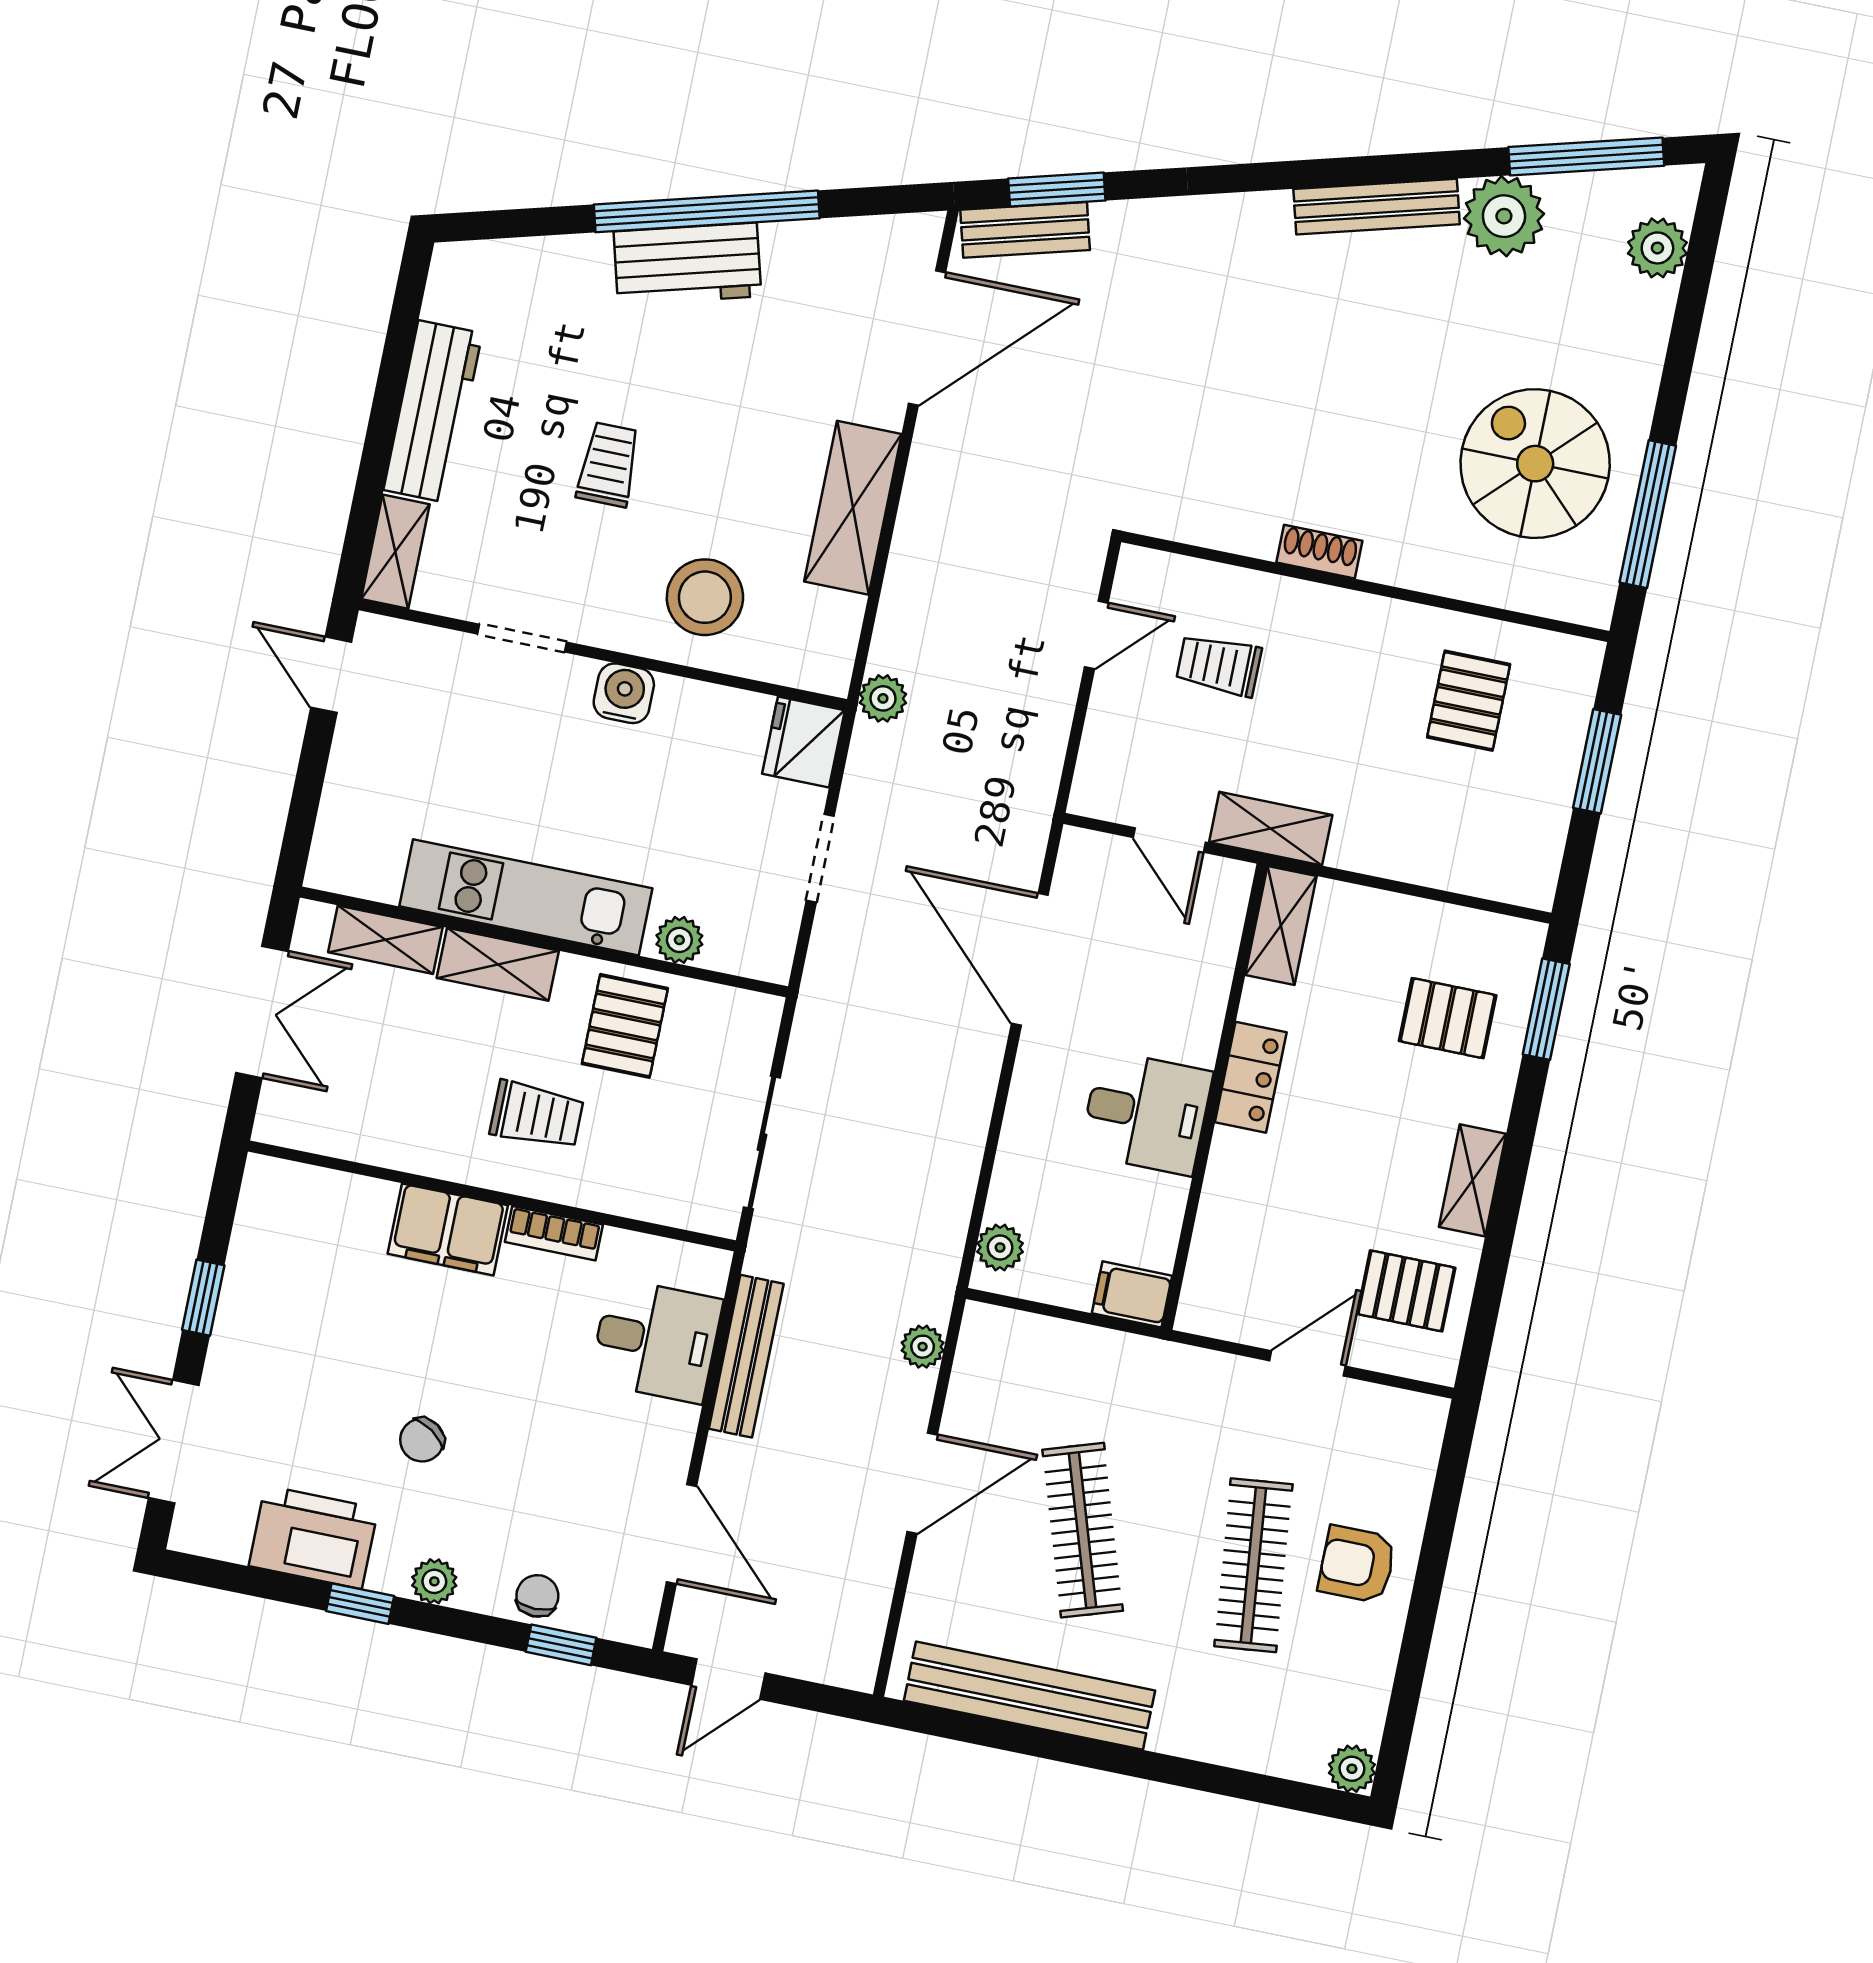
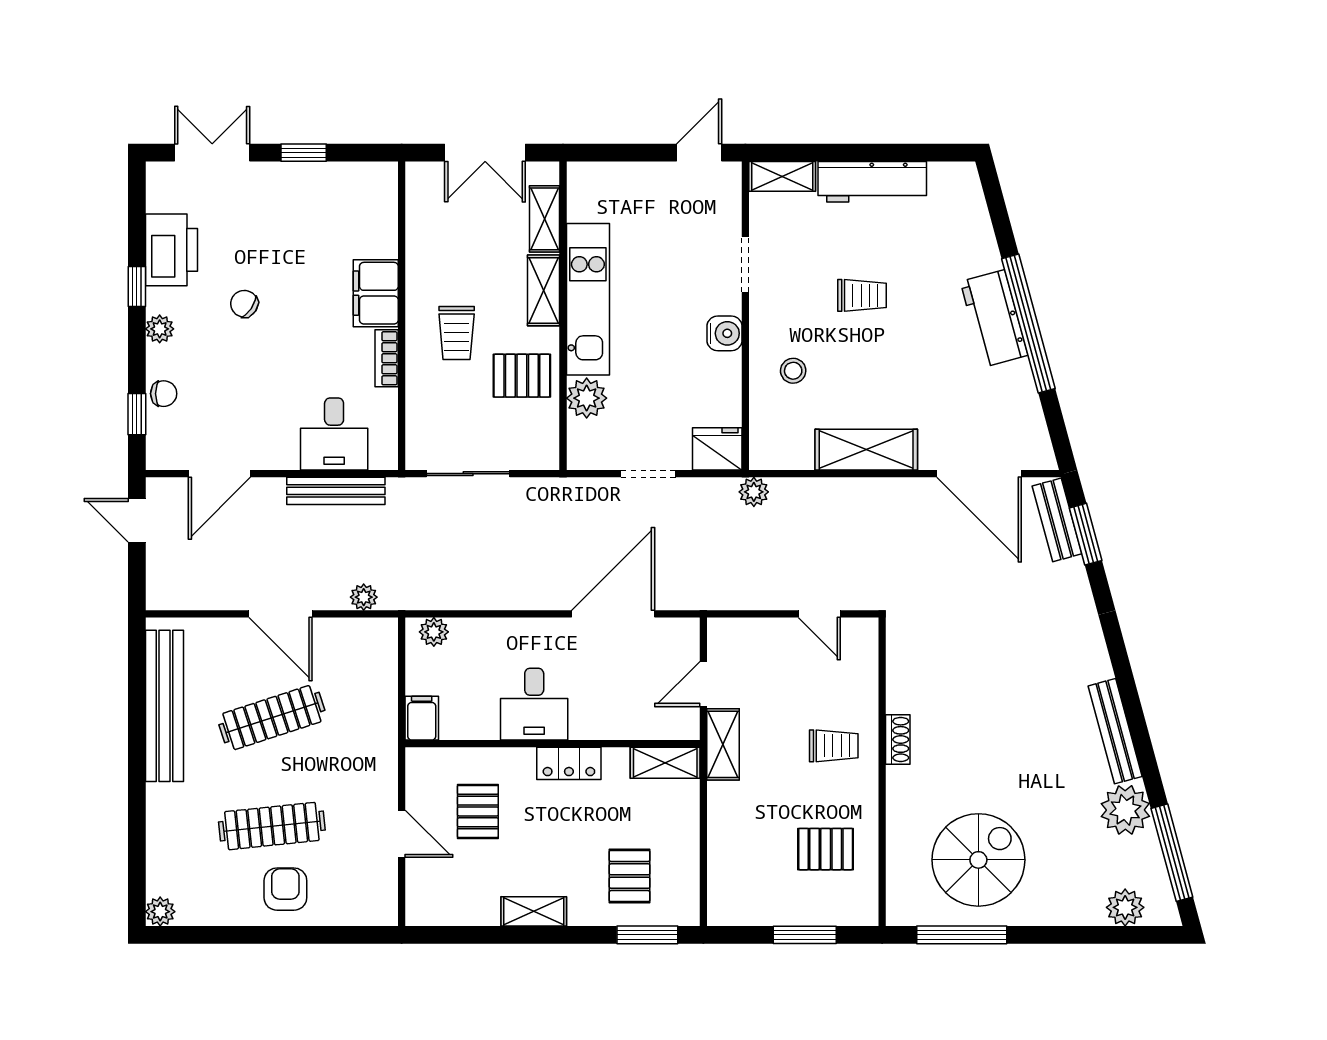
stool: (705, 597) -> (793, 371), width x0.53, depth x0.53
trolley: (1219, 665) -> (834, 746), moved, turned 90
plant: (679, 940) -> (587, 398), width x1.38, depth x1.38
pallet: (1406, 1291) -> (478, 811), moved

